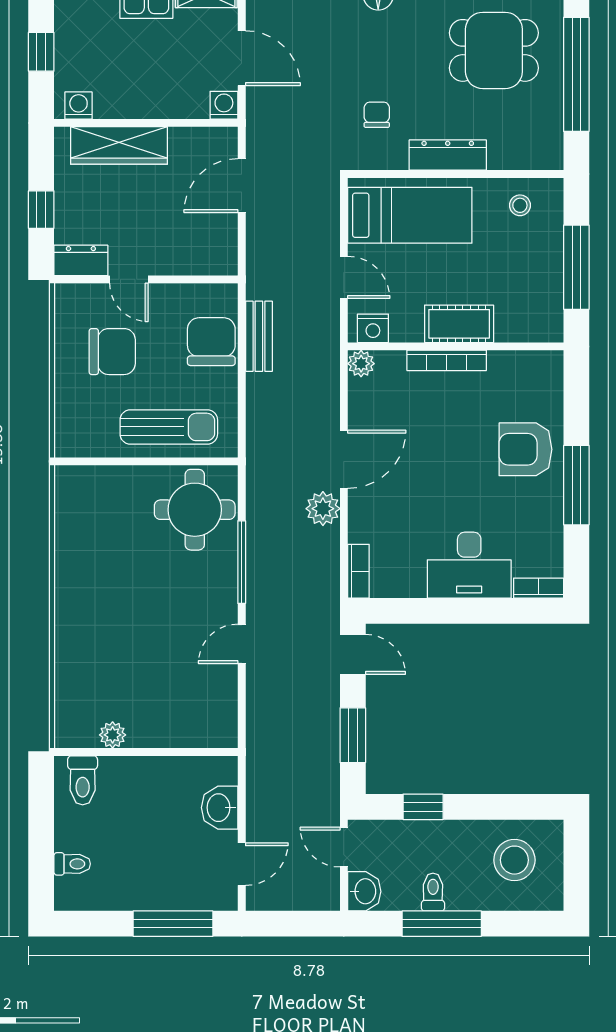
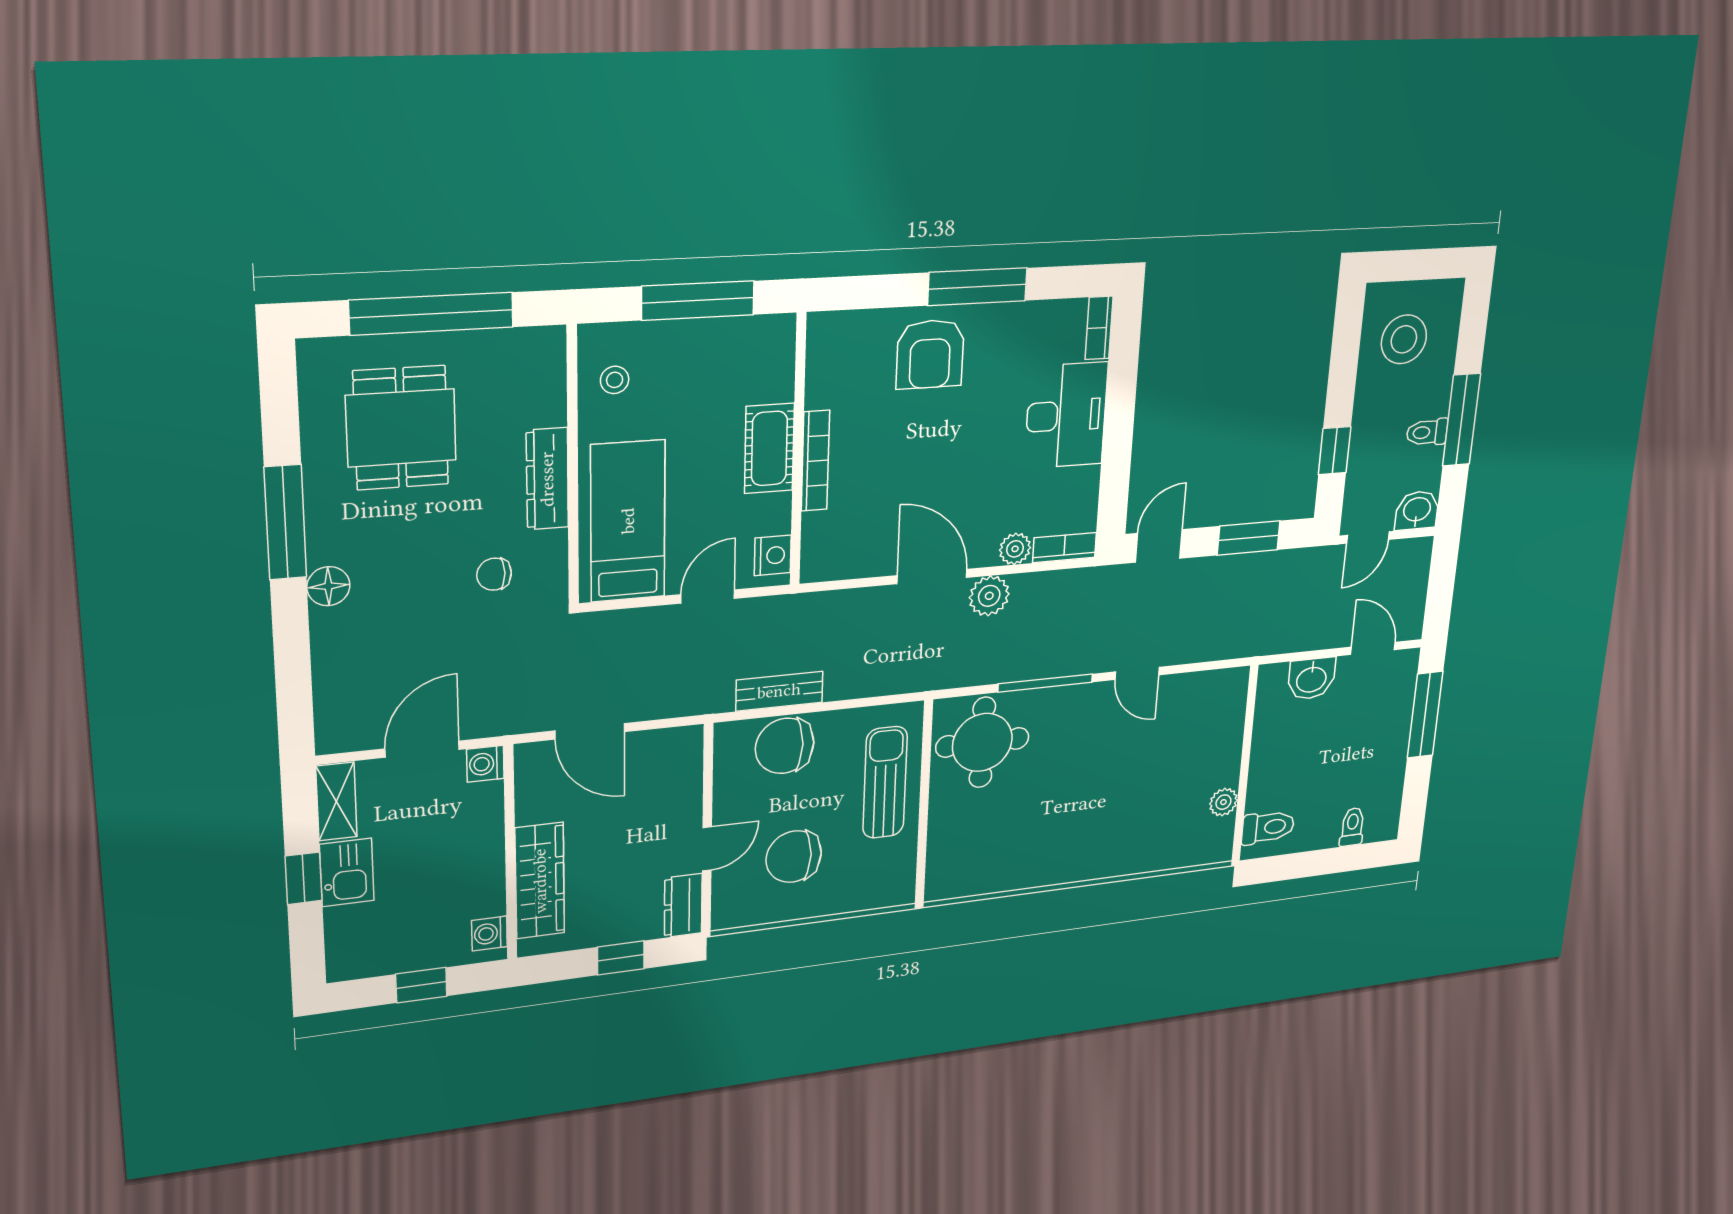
chair: (112, 352) -> (794, 857), turned -90
plant: (361, 364) -> (1015, 549), moved

